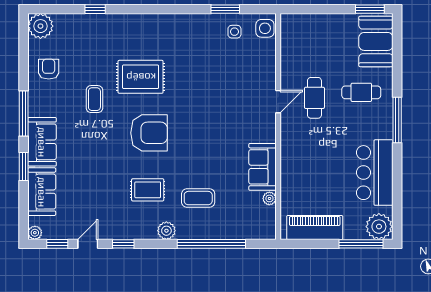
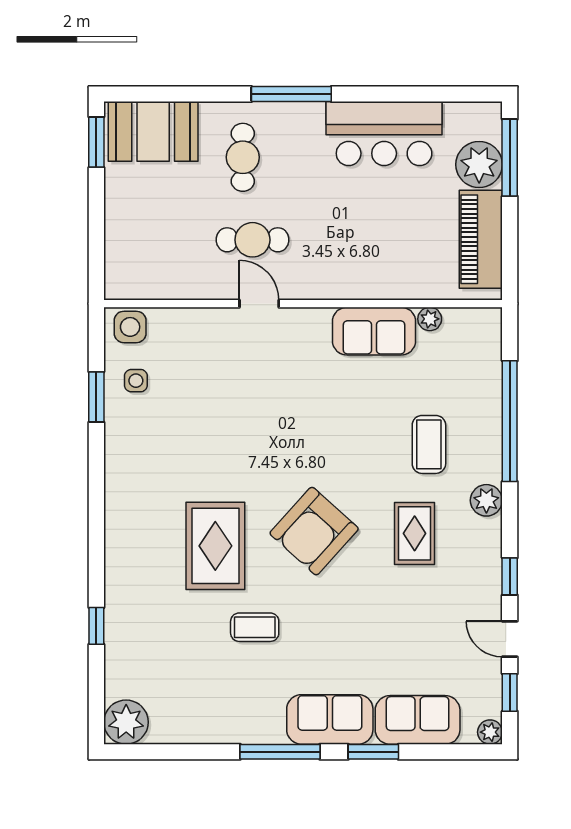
armchair: (49, 69) -> (202, 708), removed
armchair: (149, 133) -> (314, 531), turned -138
plant: (379, 227) -> (479, 165), moved

